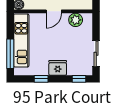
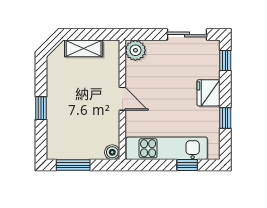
plant: (76, 20) -> (135, 50), moved
window: (10, 54) -> (187, 165), width x0.46

